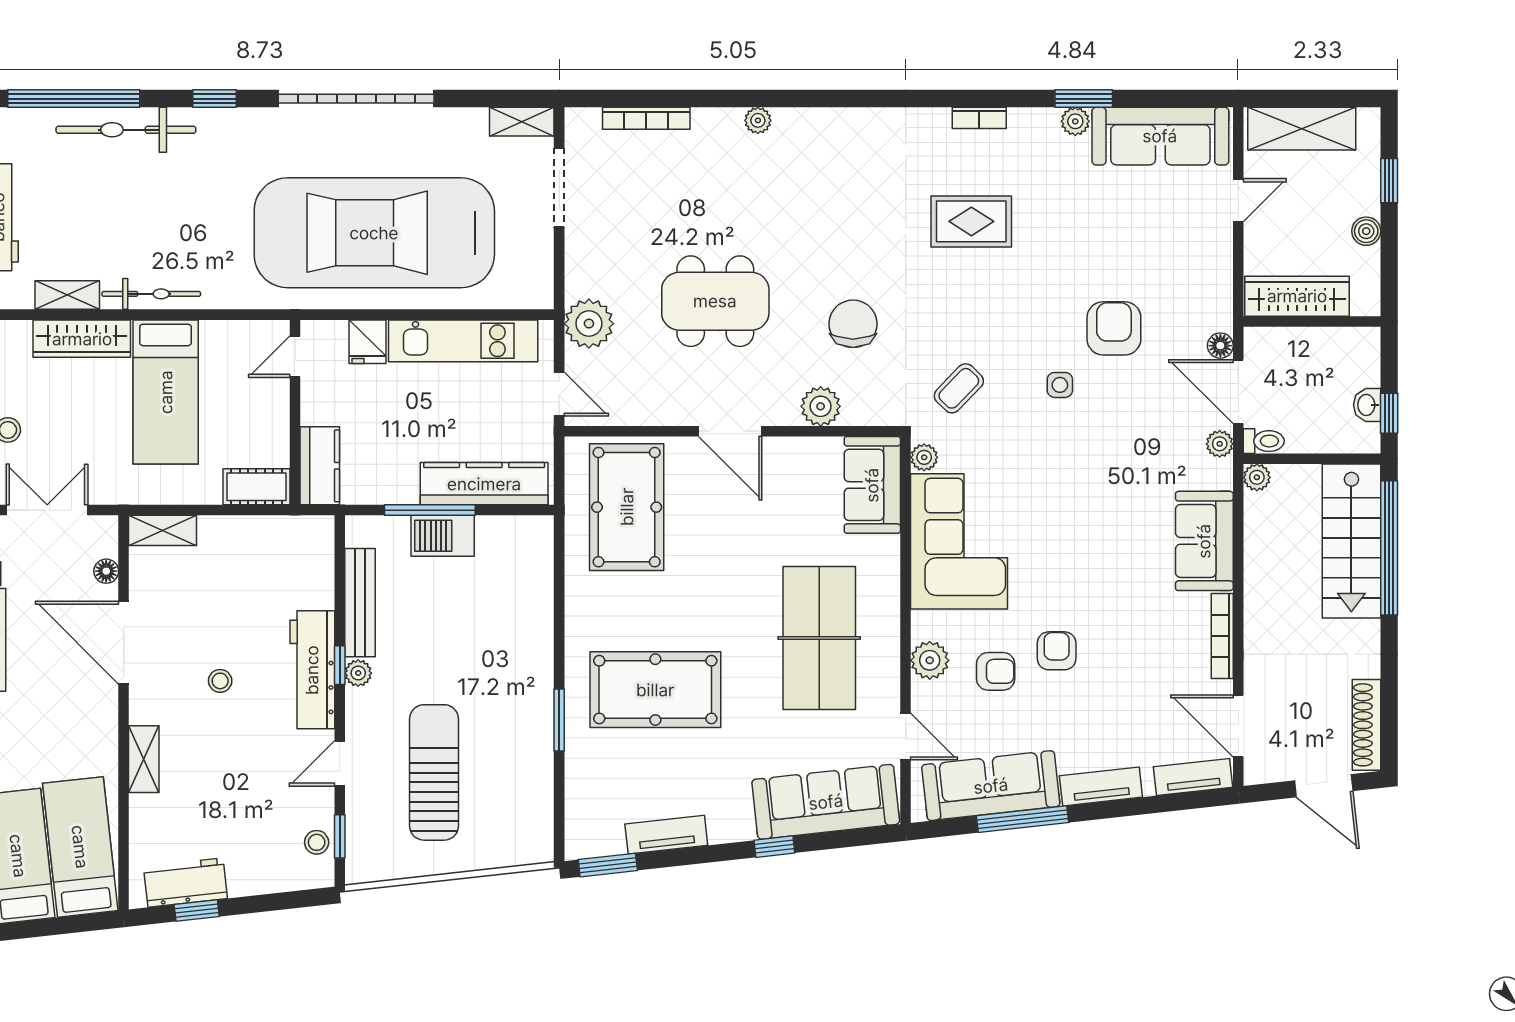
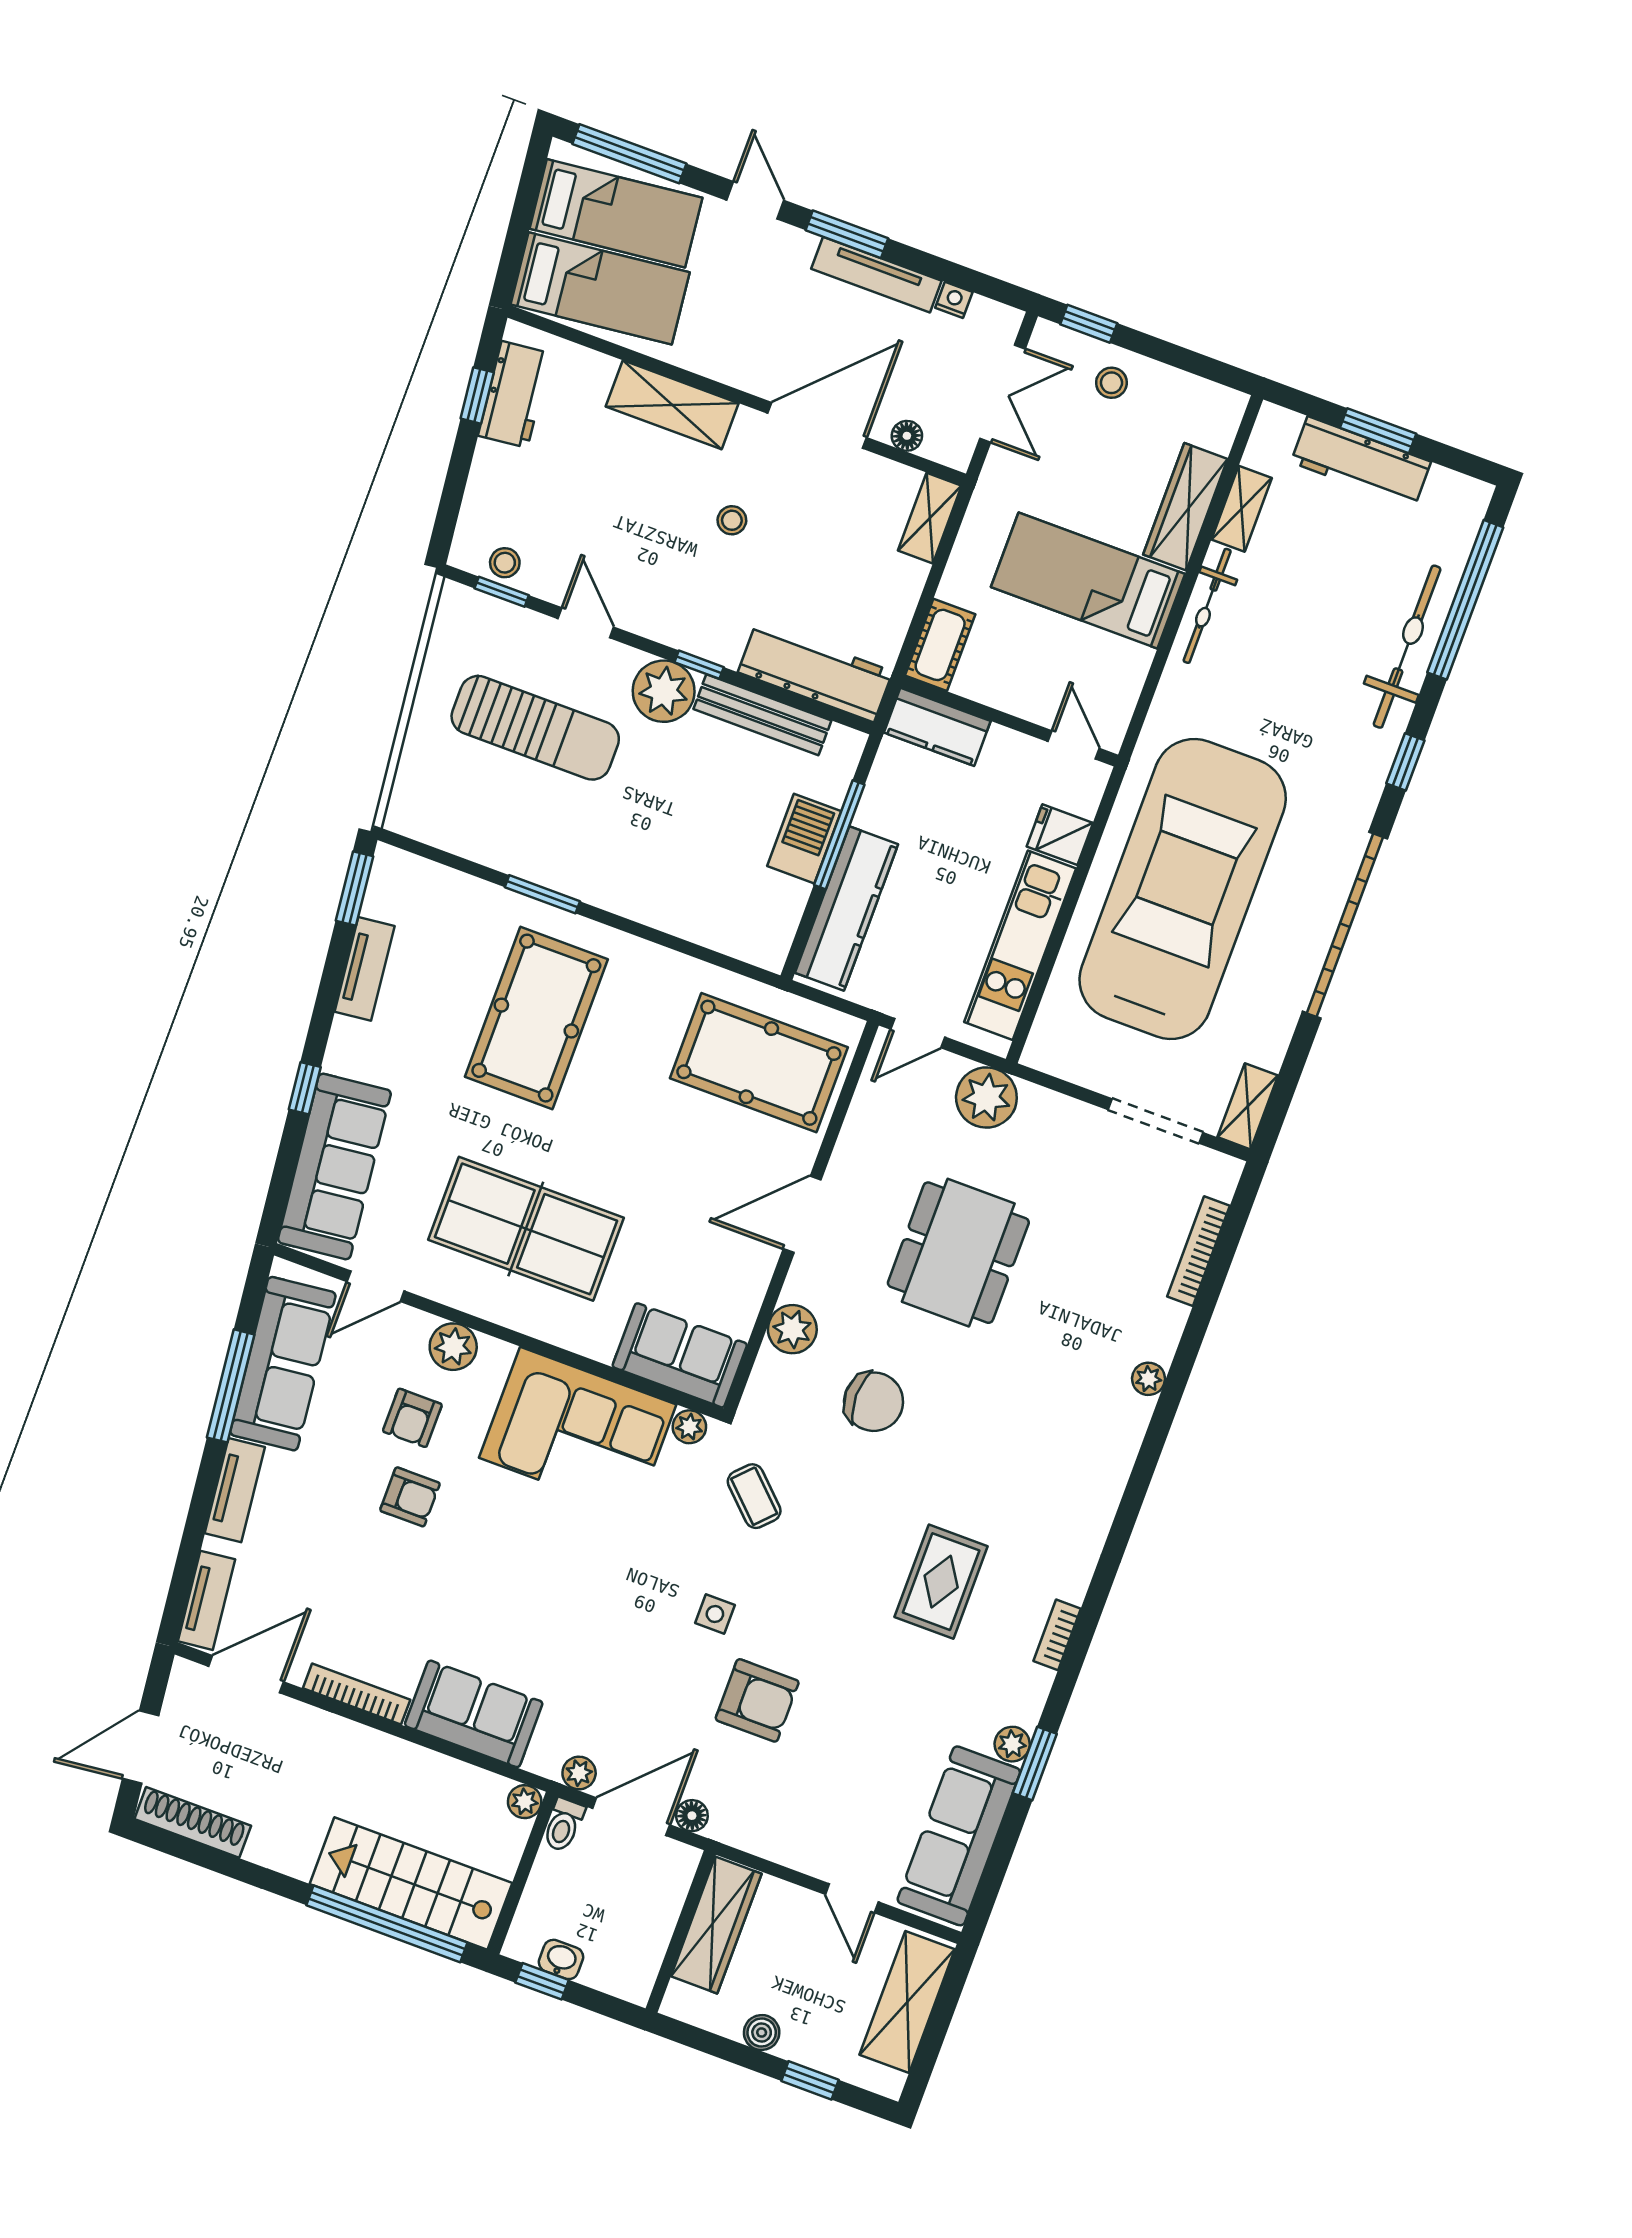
workbench: (312, 670) -> (815, 672), moved
plant: (358, 673) -> (664, 691), width x1.88, depth x1.88
shelving: (144, 759) -> (672, 405), width x1.50, depth x1.33

